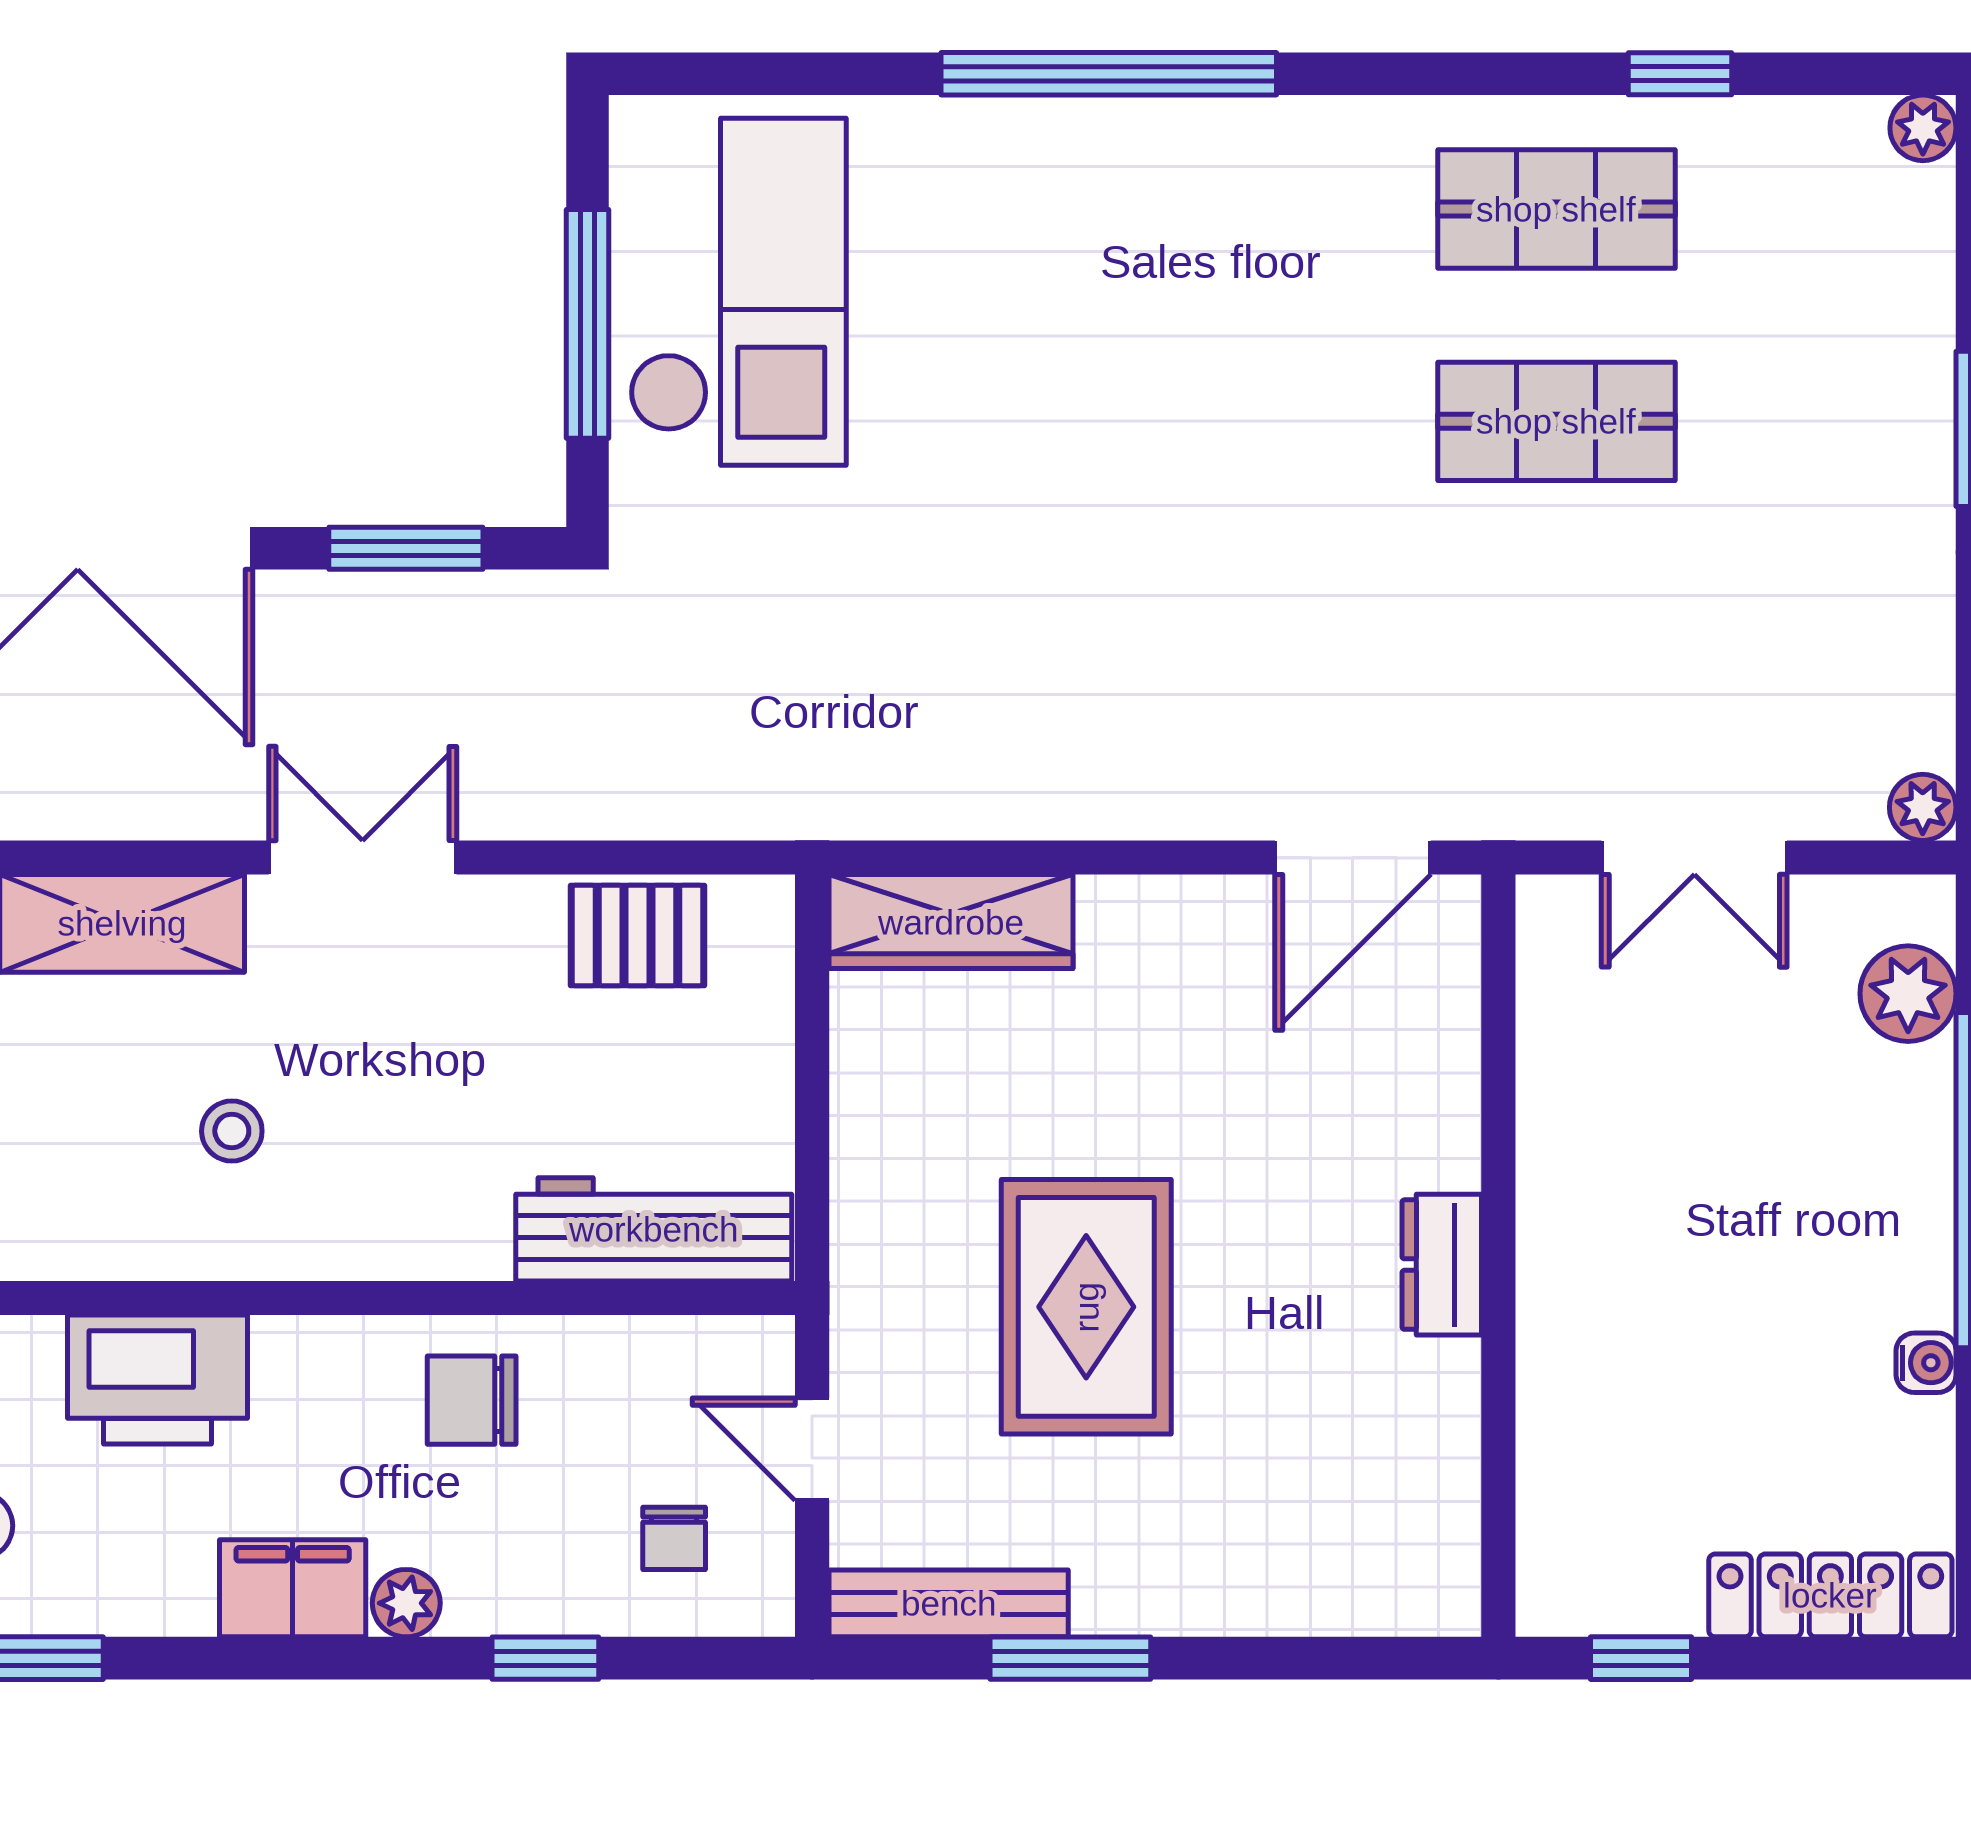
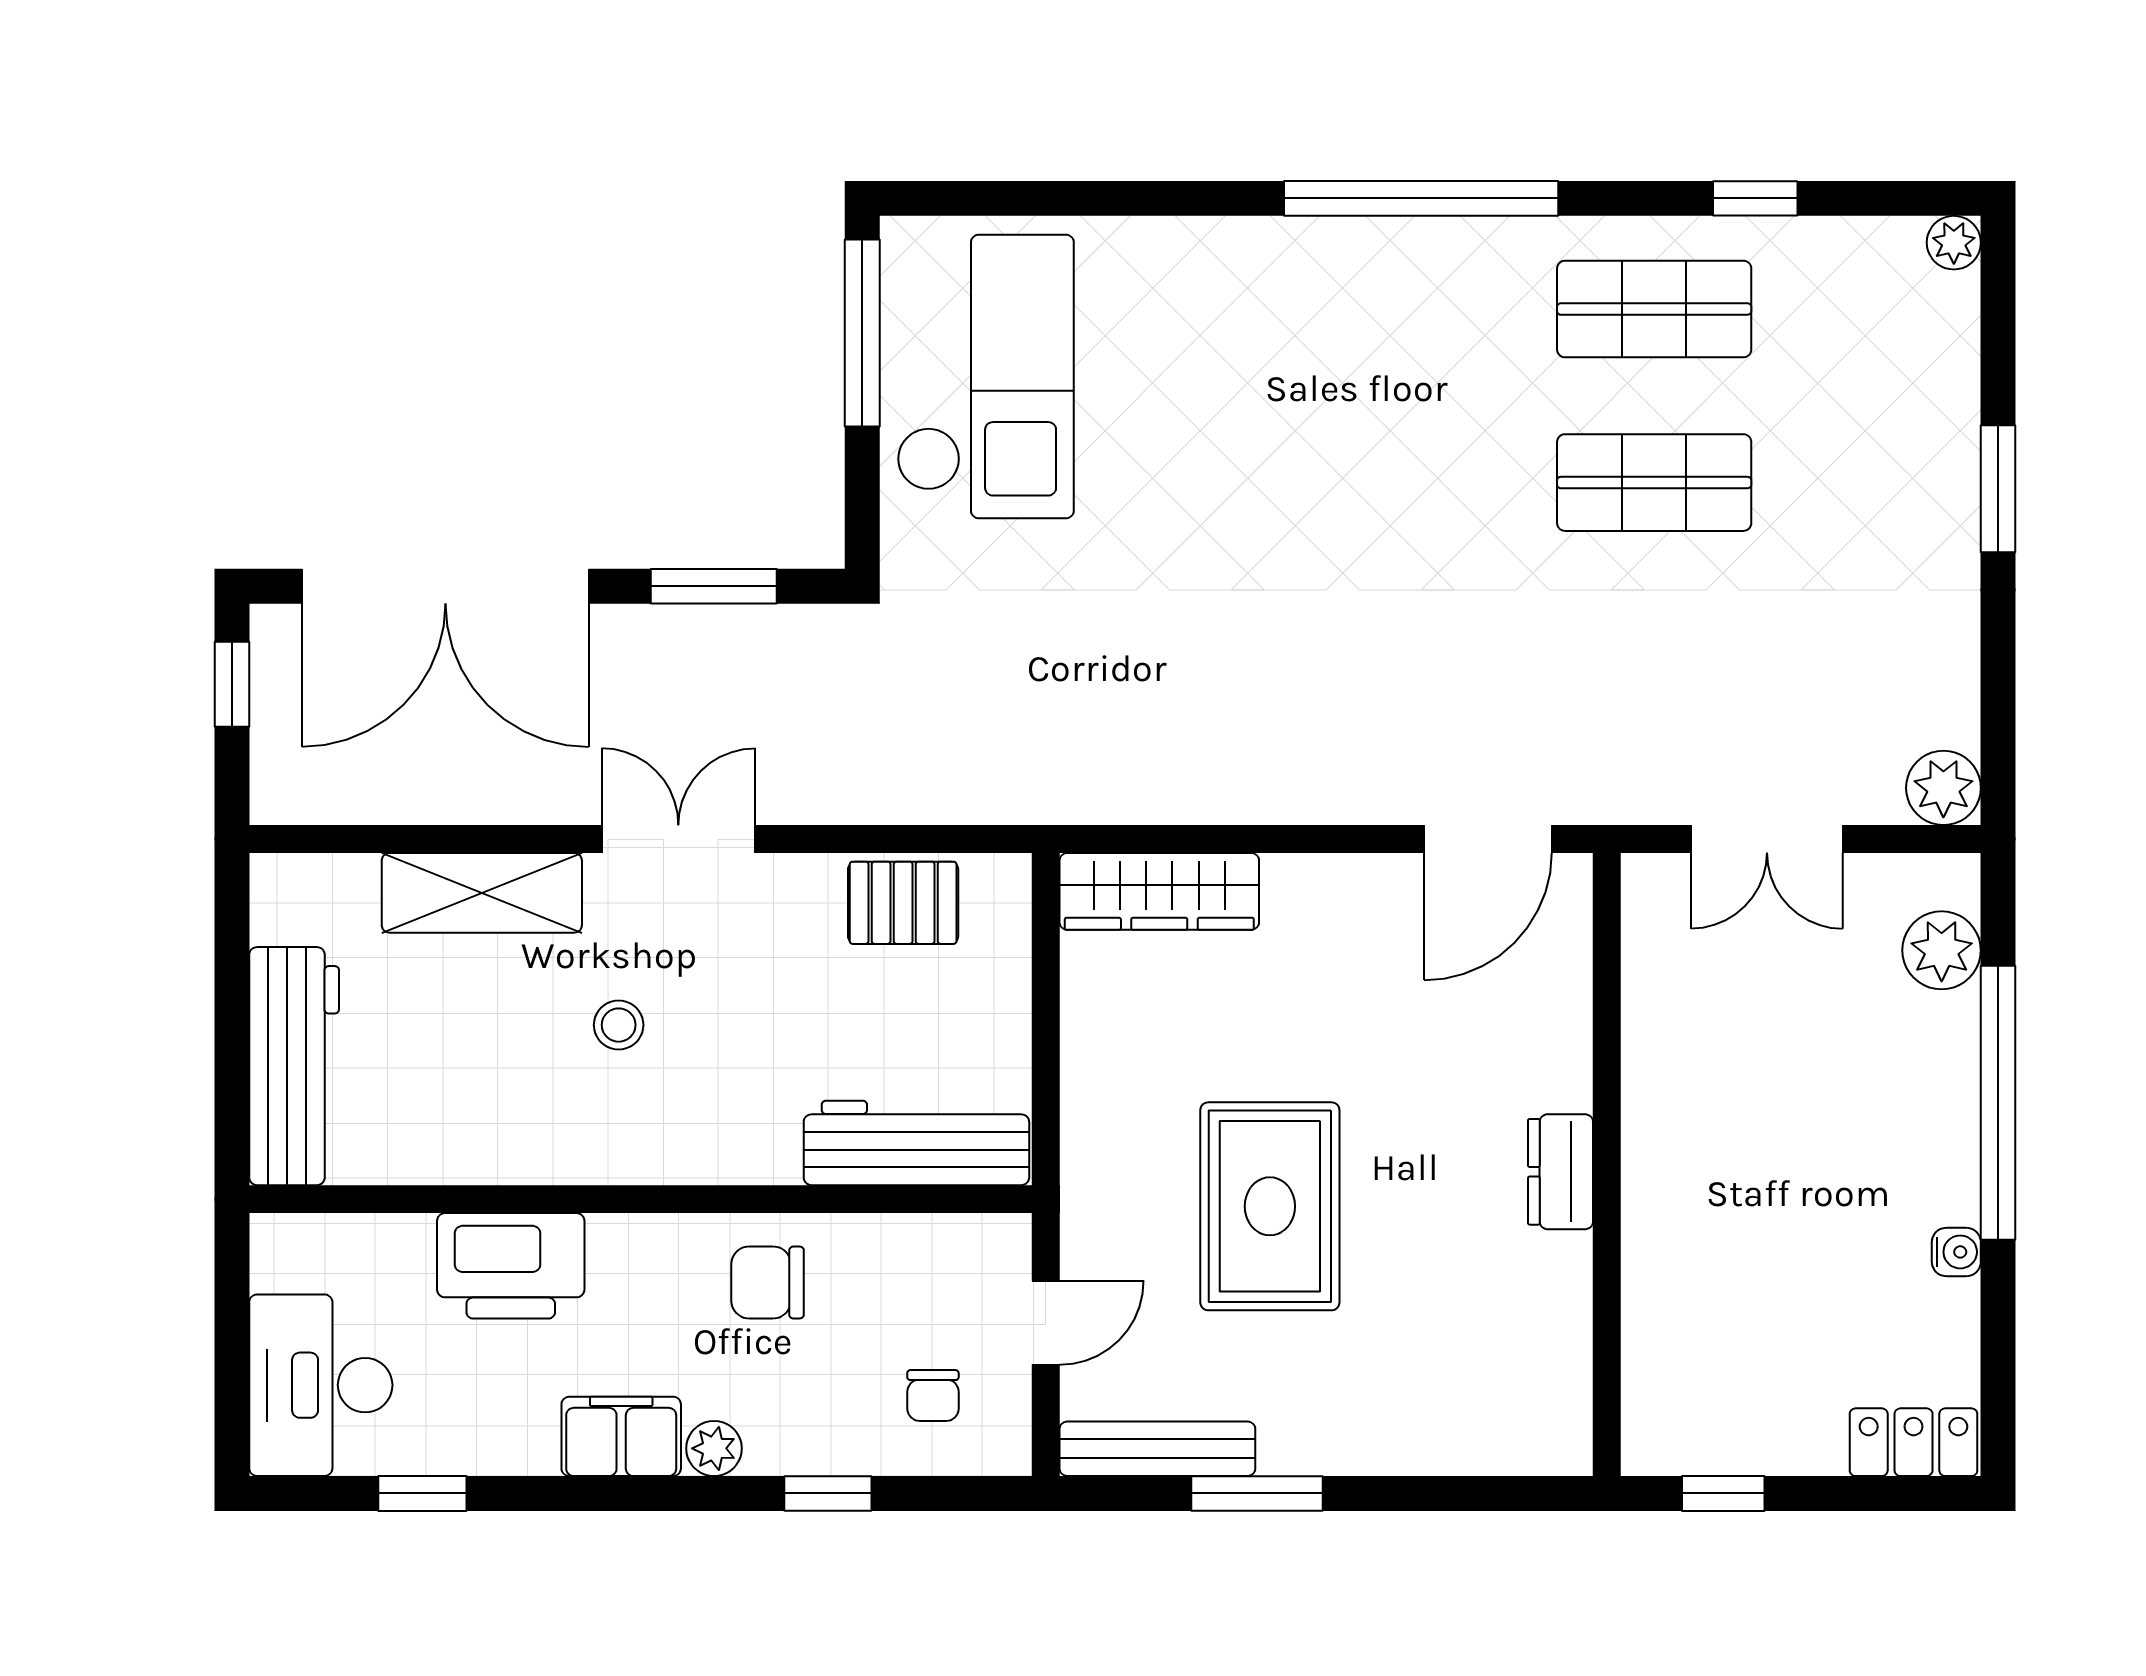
window: (1109, 74) -> (1421, 198), moved
window: (588, 324) -> (862, 333), moved
plant: (1923, 807) -> (1943, 788), width x1.38, depth x1.38
stool: (232, 1131) -> (619, 1025), moved
door: (812, 1449) -> (1046, 1323), swing flipped
locker: (1830, 1595) -> (1914, 1442), width x0.66

